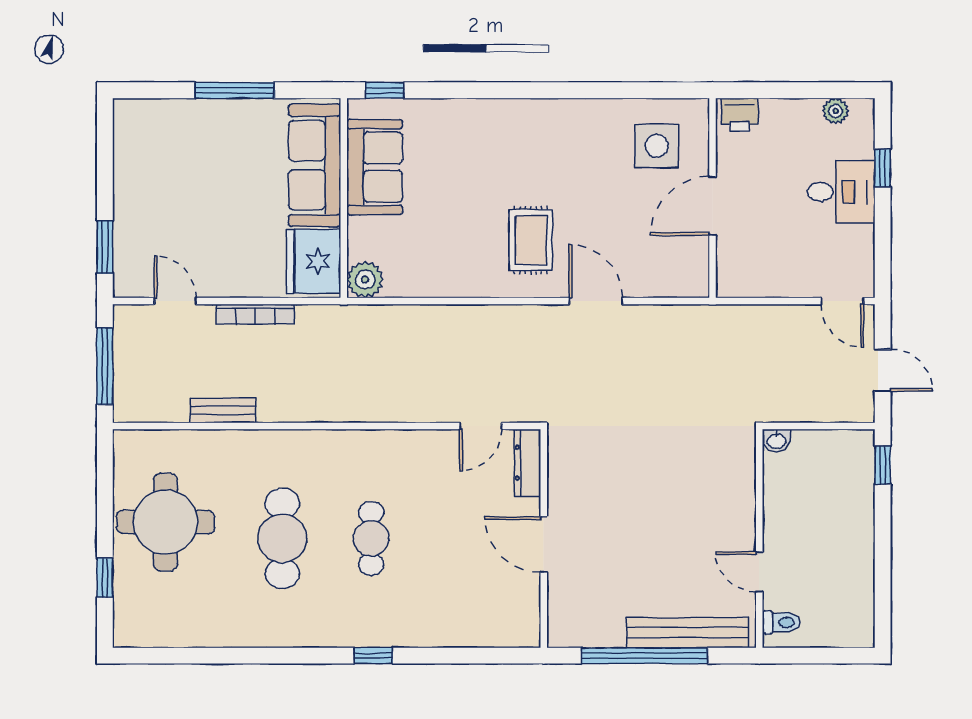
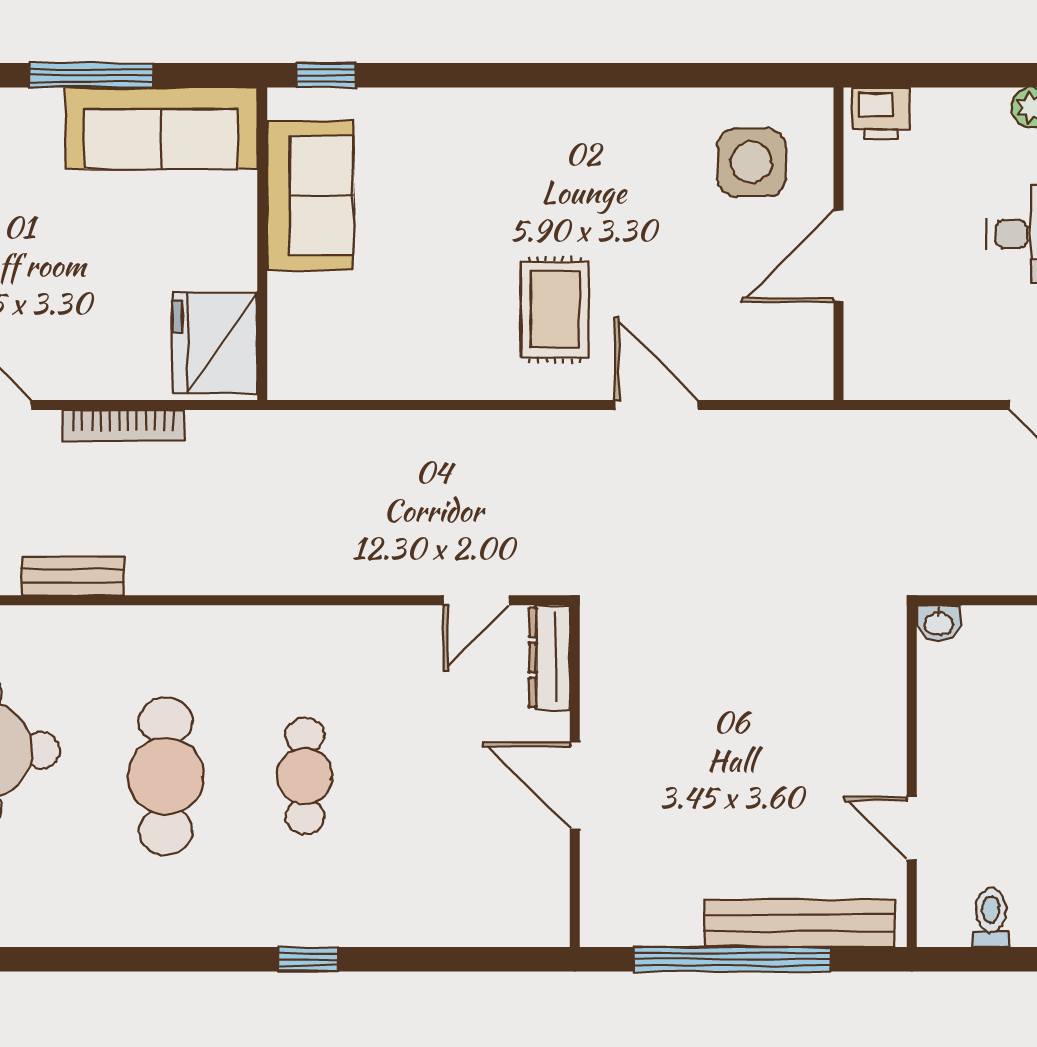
sofa: (315, 165) -> (161, 128), moved, turned -90
plant: (365, 280) -> (296, 371), removed
toilet: (781, 622) -> (991, 918), moved, turned -90

